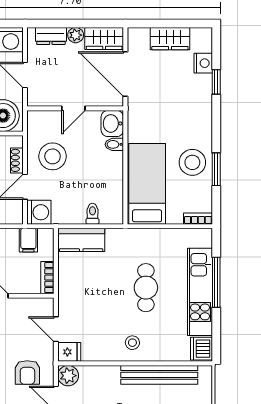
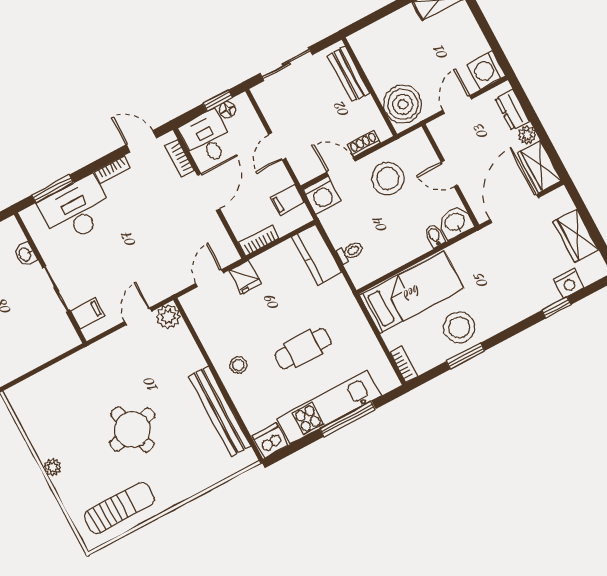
fridge: (69, 352) -> (245, 277), moved
armchair: (27, 372) -> (149, 272), removed

